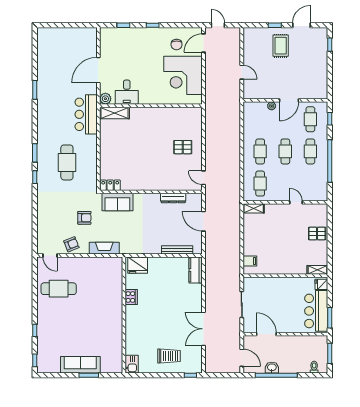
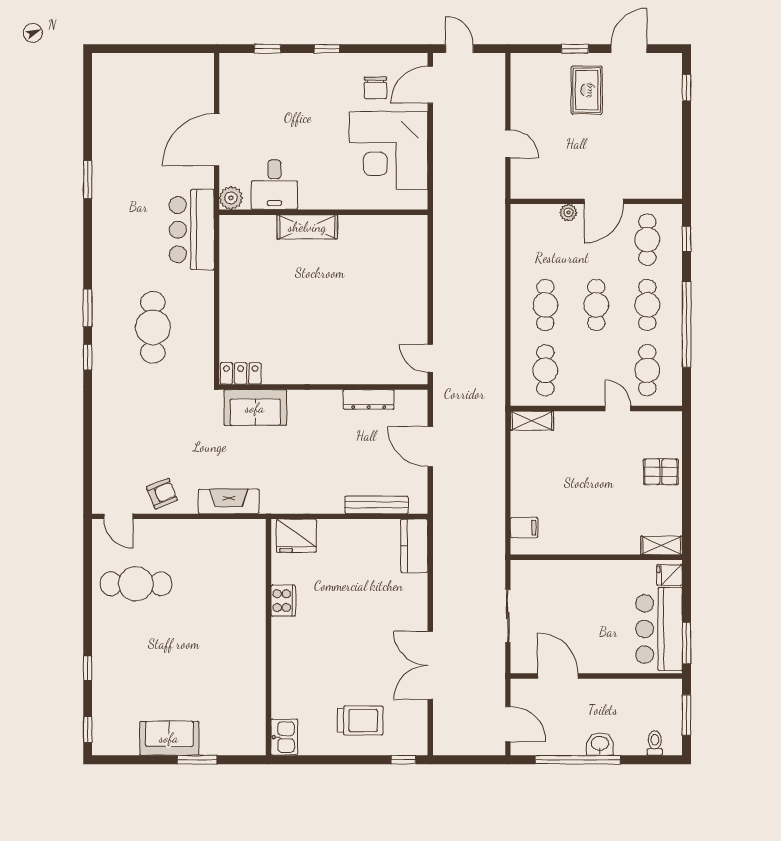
shelving: (114, 113) -> (307, 227), moved
pallet: (183, 147) -> (388, 296), removed
cafe table: (310, 184) -> (647, 370), added
armchair: (84, 218) -> (188, 440), removed
sofa: (80, 365) -> (169, 738), width x0.73
washbasin: (272, 368) -> (600, 744), moved

